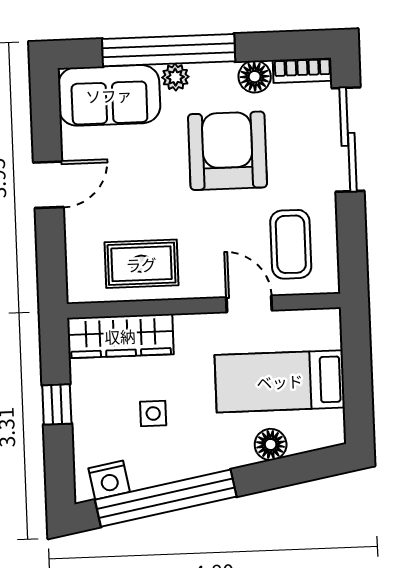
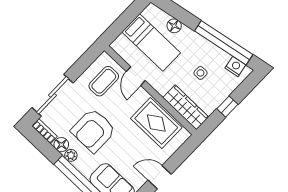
plant: (175, 77) -> (71, 155), moved
rug: (141, 264) -> (156, 123), width x1.36, depth x1.43

